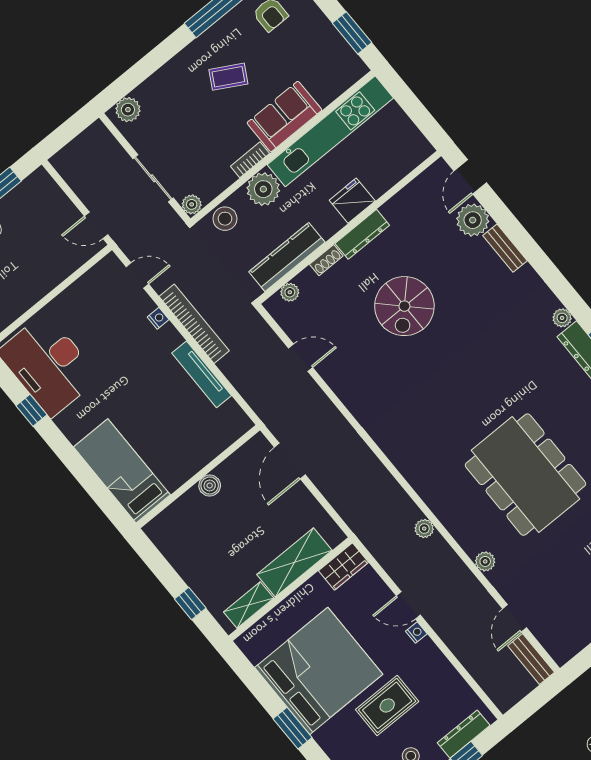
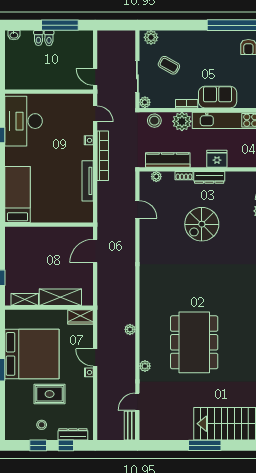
coffee table: (228, 77) -> (169, 65), moved
boiler: (210, 485) -> (51, 233), removed

